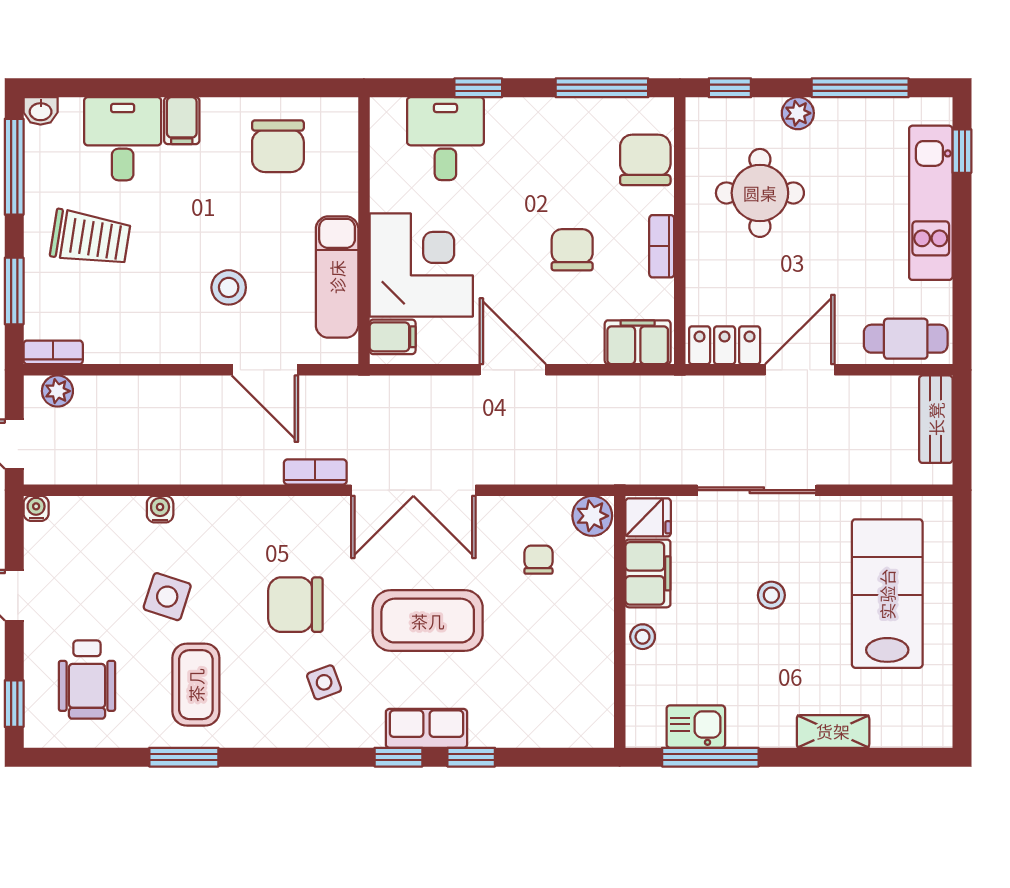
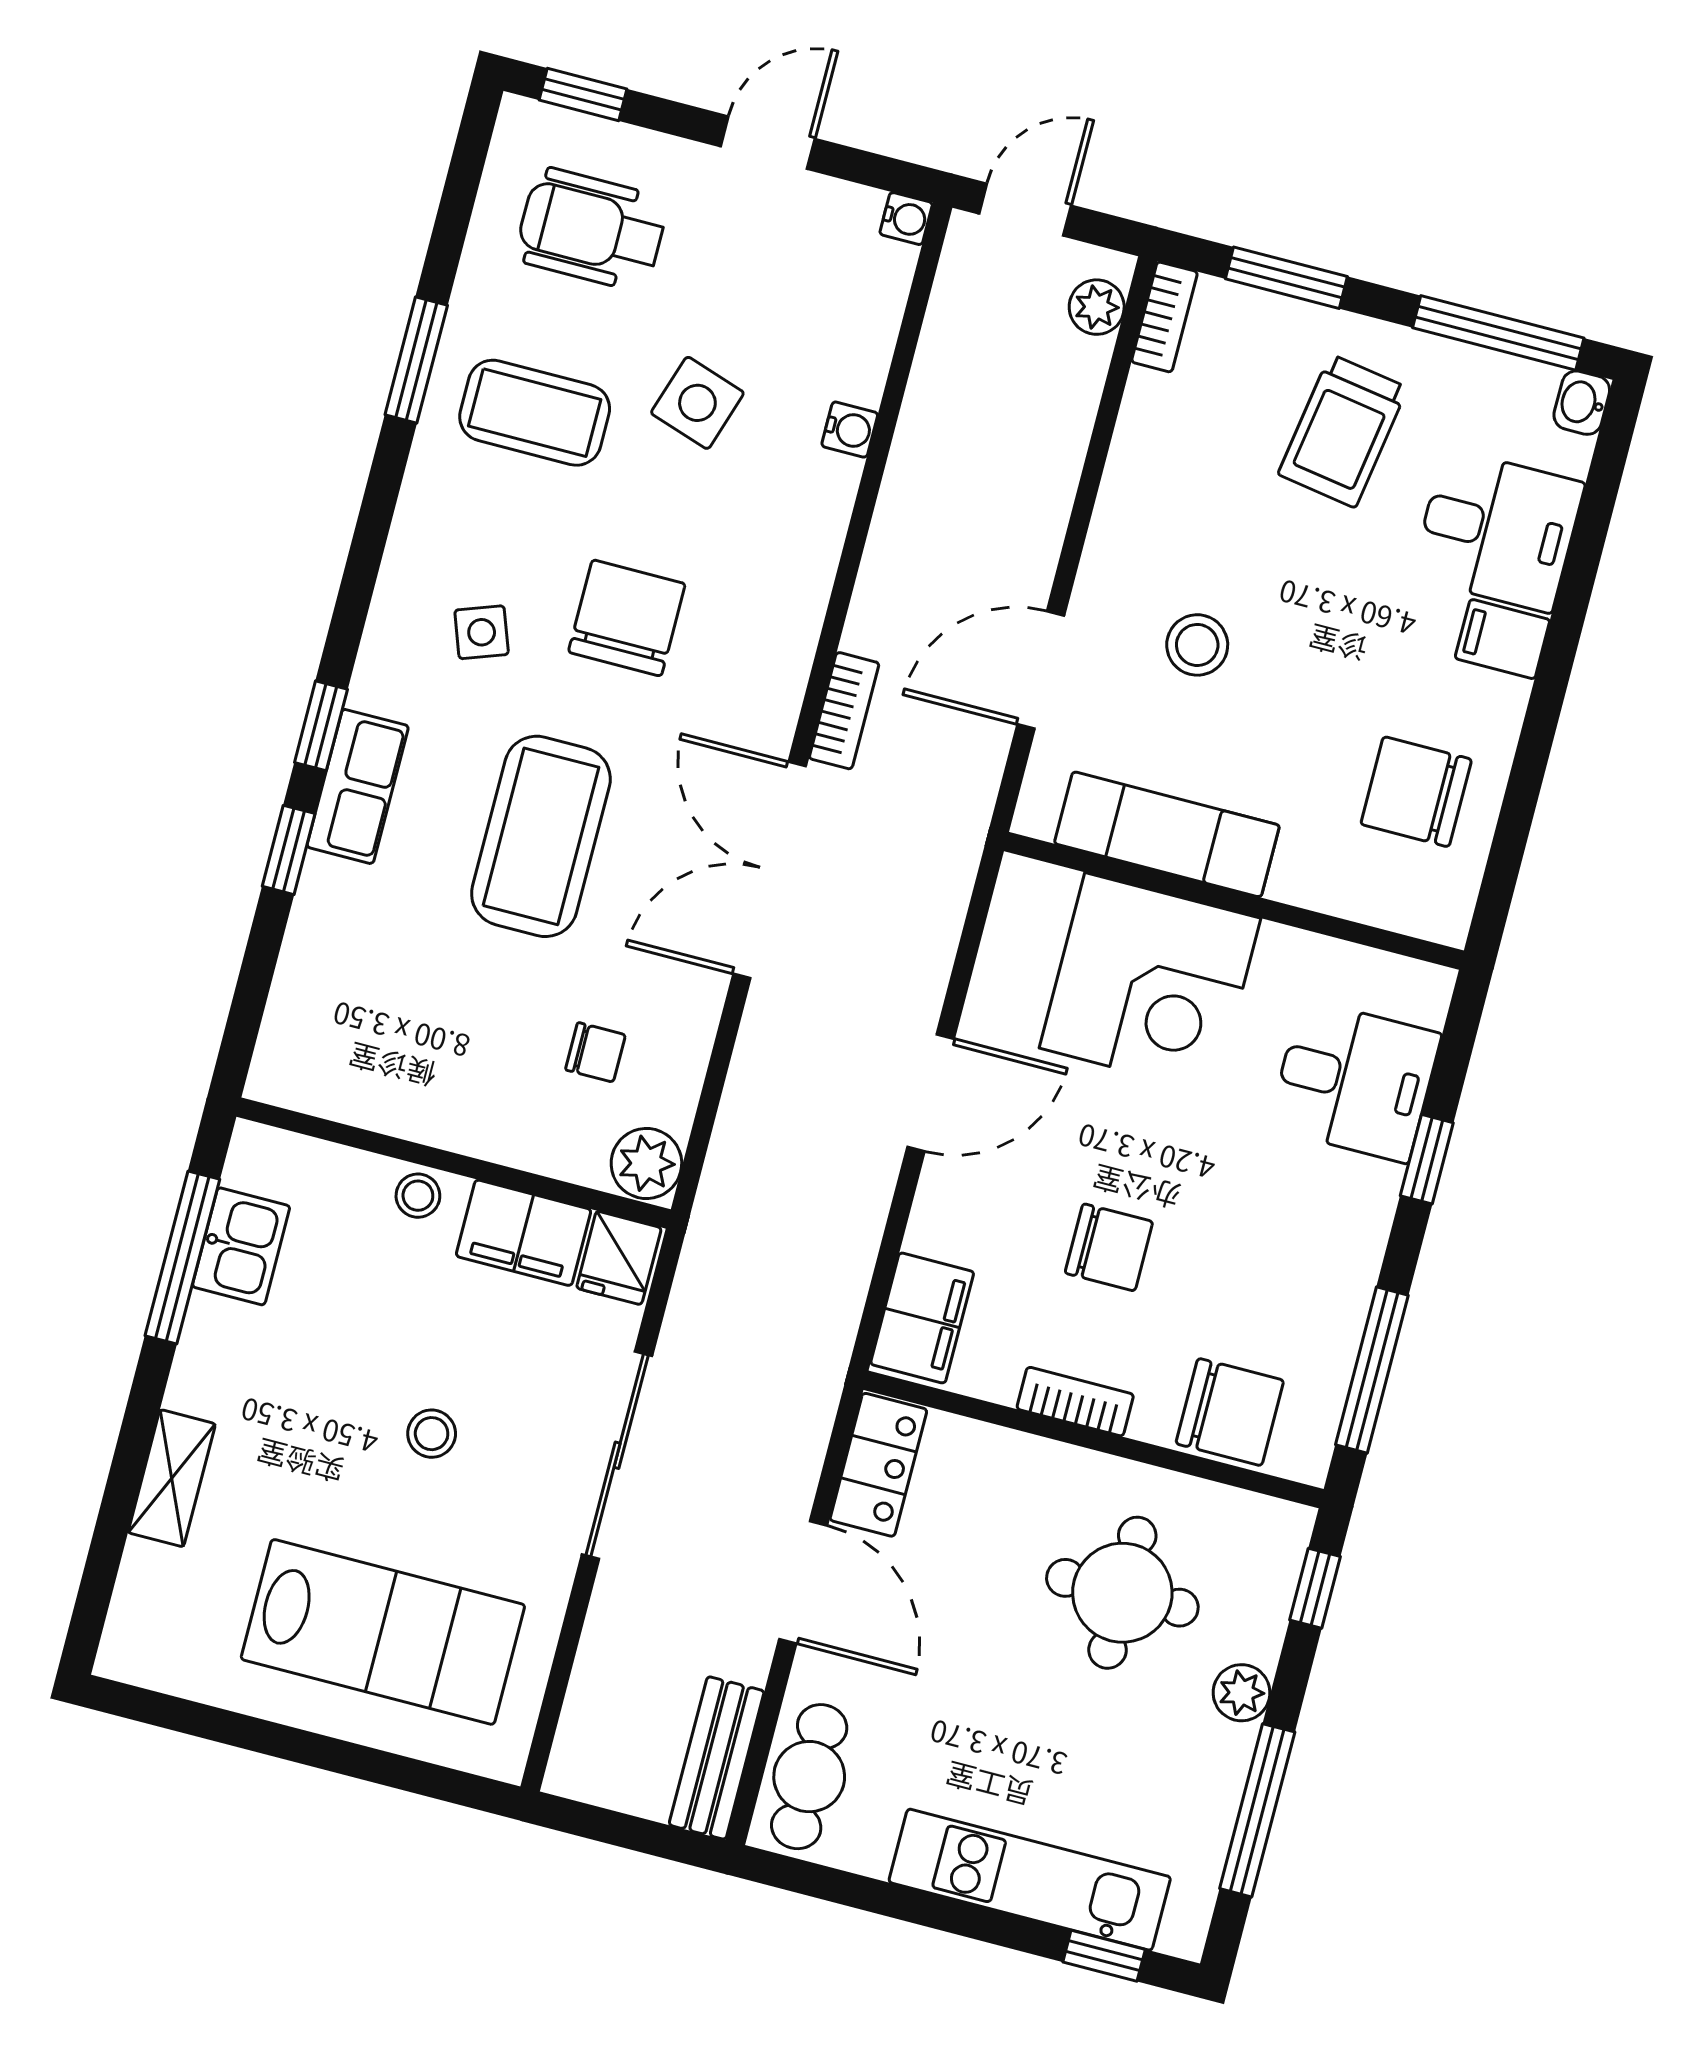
filing cabinet: (393, 337) -> (1040, 902), removed
bench: (936, 419) -> (717, 1758), moved, turned 90

